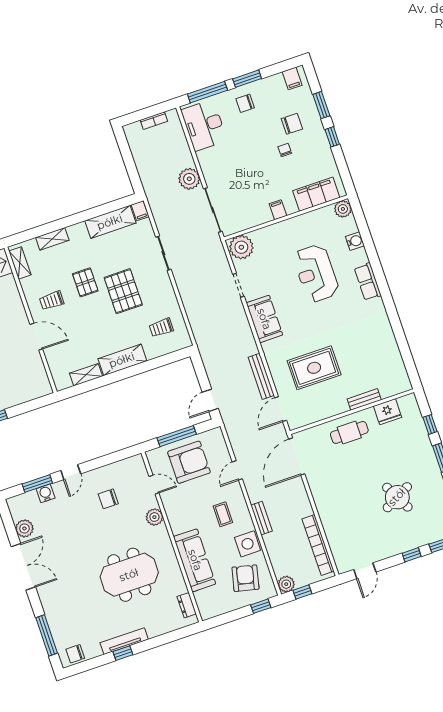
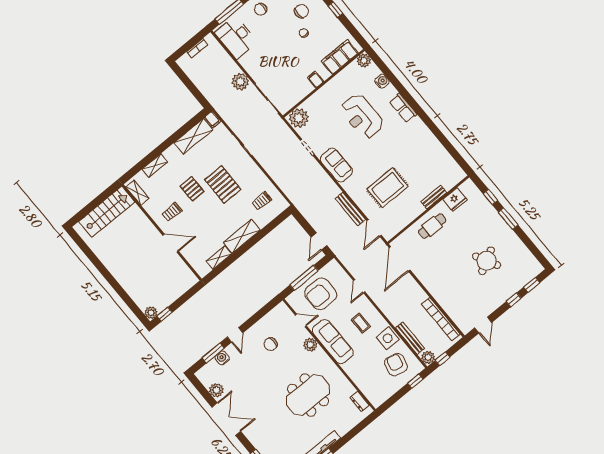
armchair: (189, 462) -> (321, 294), turned 180
bench: (262, 518) -> (410, 338), moved, width x1.36
sofa: (195, 560) -> (333, 342), moved

